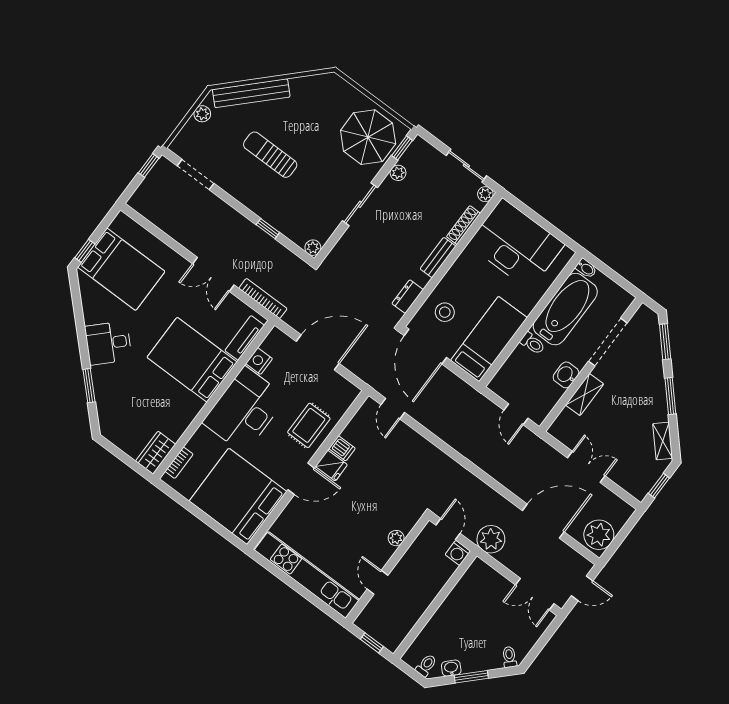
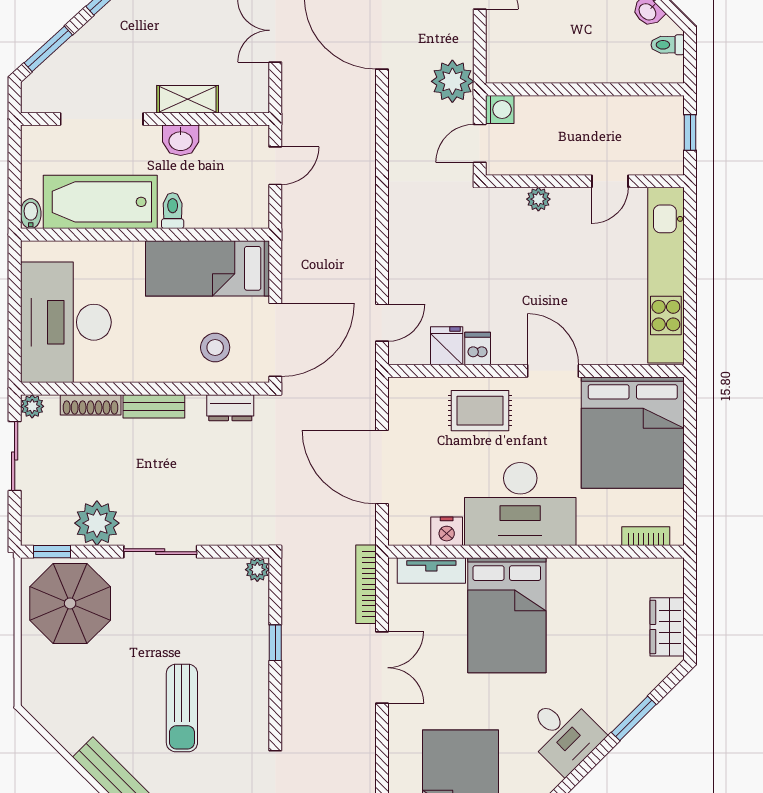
plant: (398, 173) -> (97, 523), width x1.88, depth x1.88
wardrobe: (156, 453) -> (667, 627), moved, turned 90
fridge: (331, 466) -> (447, 346), moved

